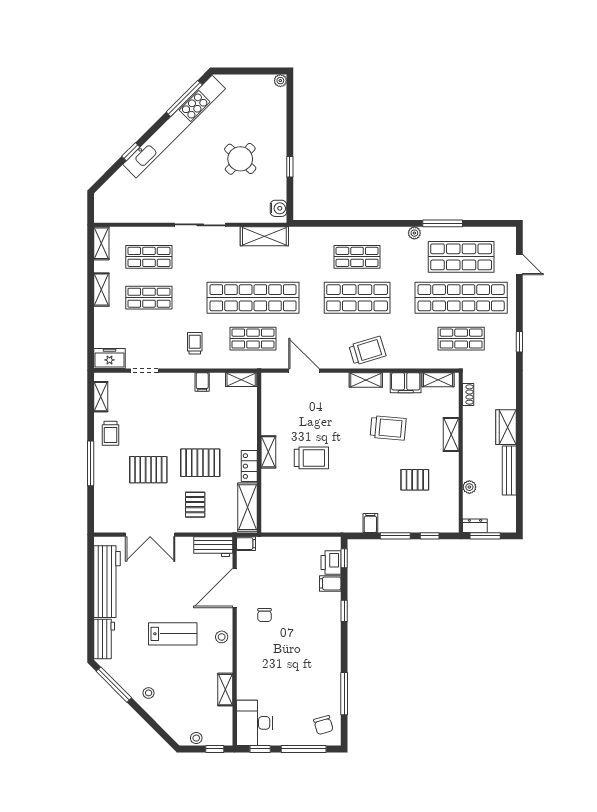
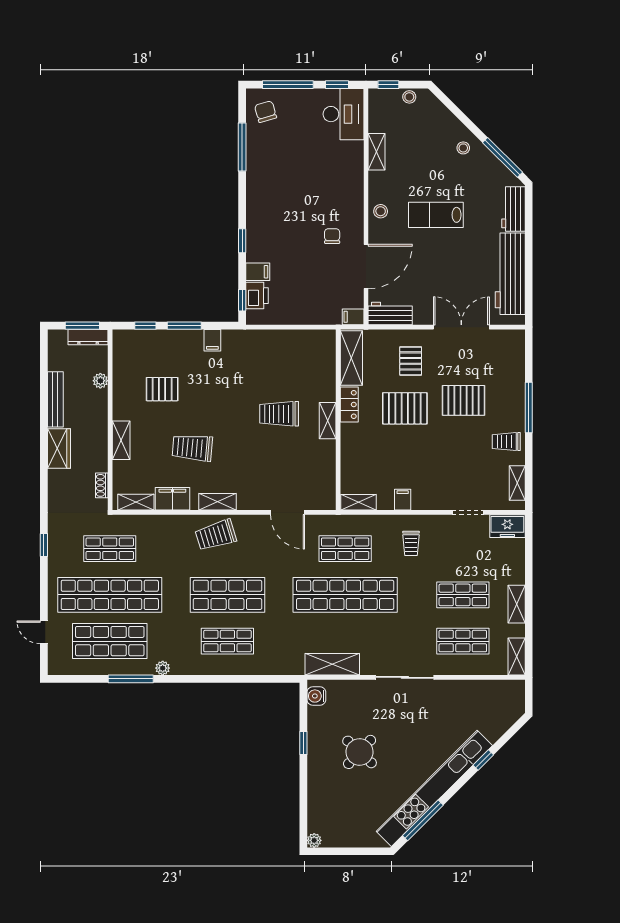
trolley: (111, 433) -> (506, 442), turned -90
dresser: (475, 526) -> (88, 337), width x1.44

